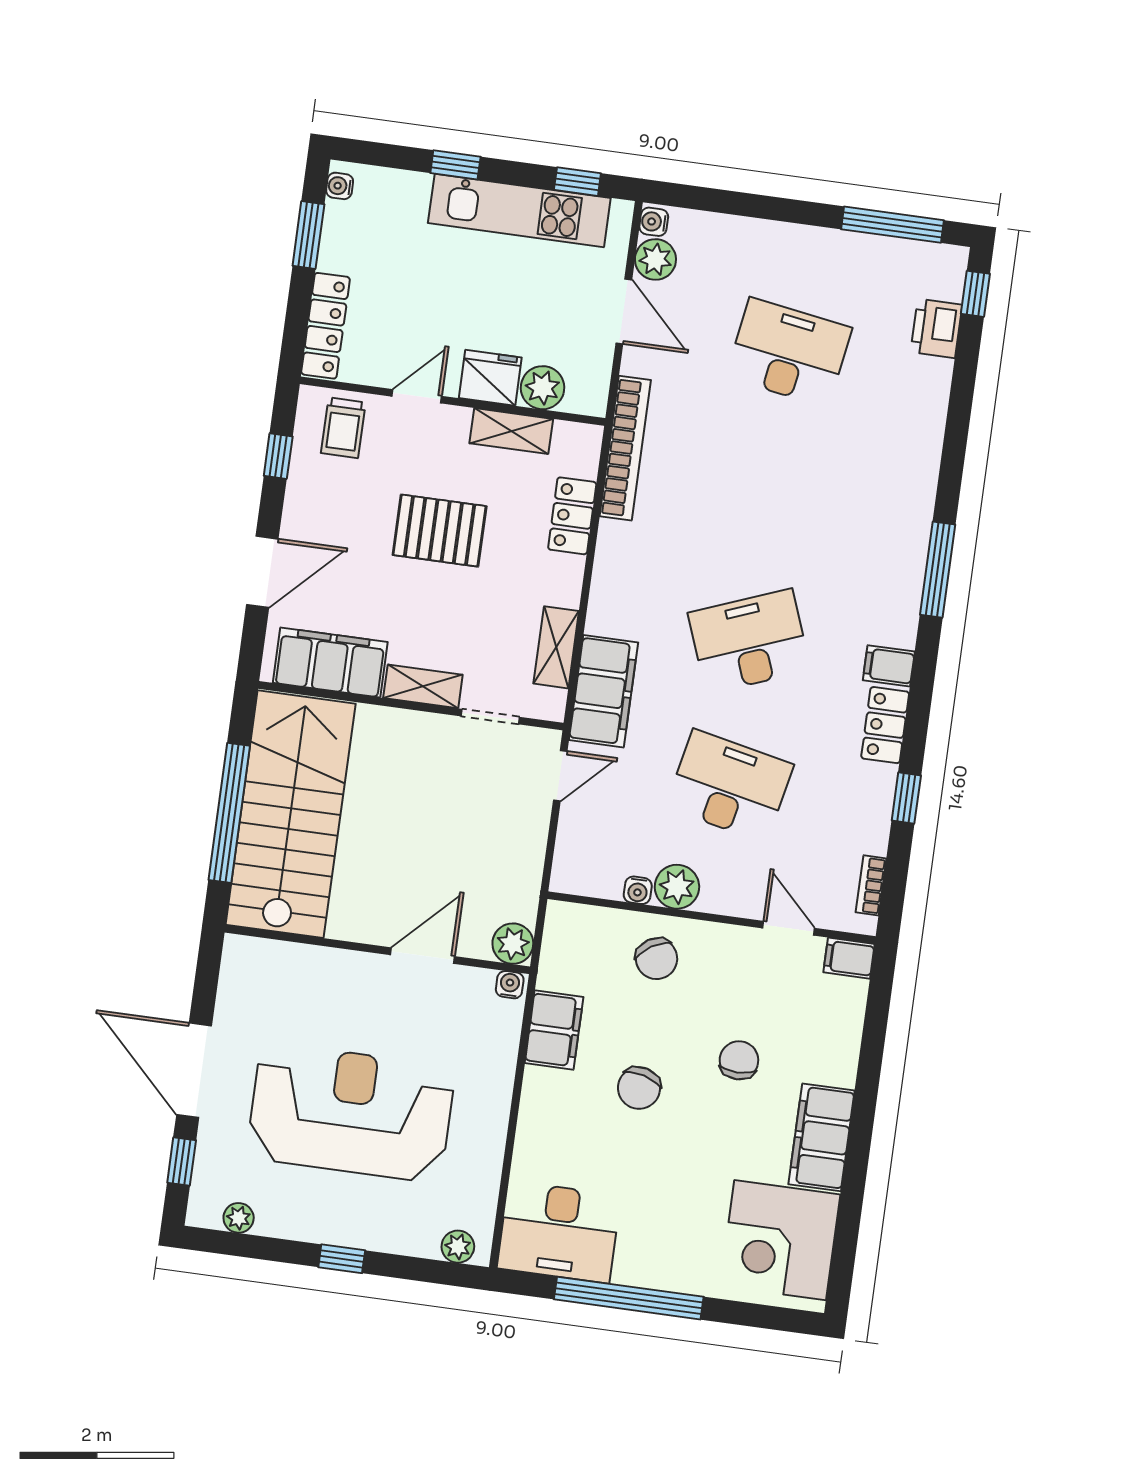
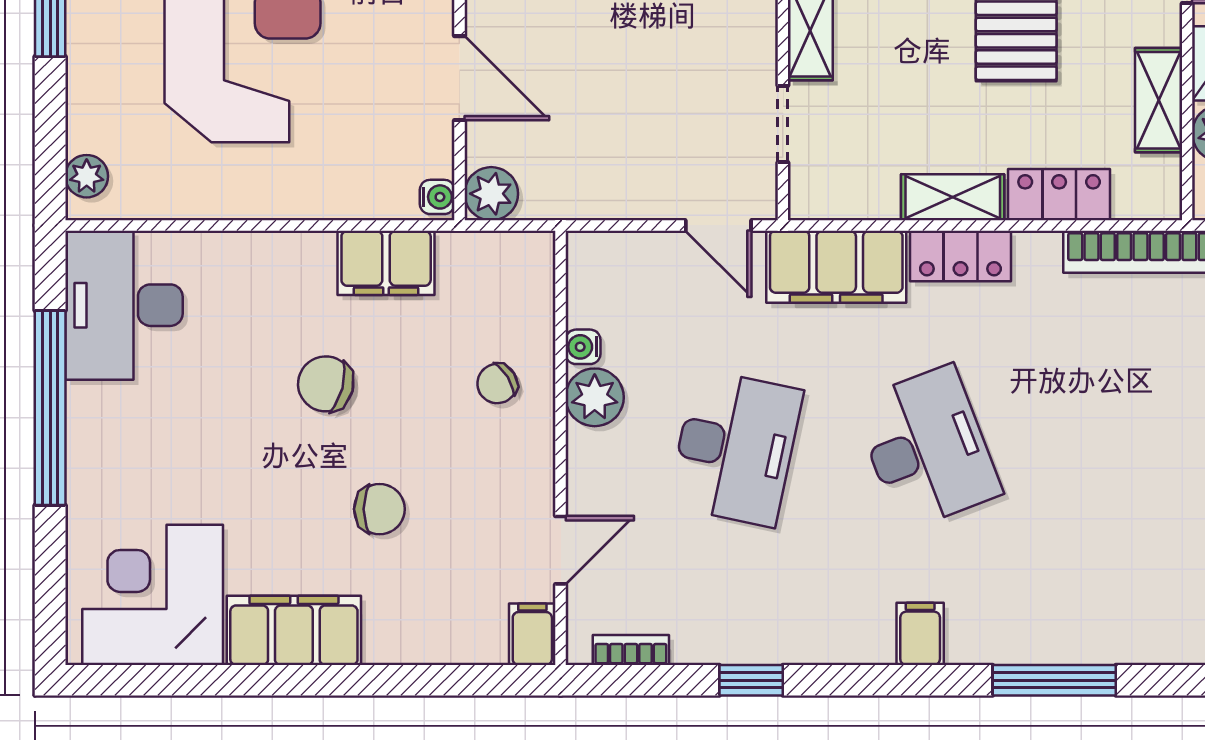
shelving: (556, 647) -> (953, 197), moved
locker: (885, 725) -> (960, 256), moved, turned 180
chair: (657, 959) -> (497, 384), width x0.73, depth x0.73

